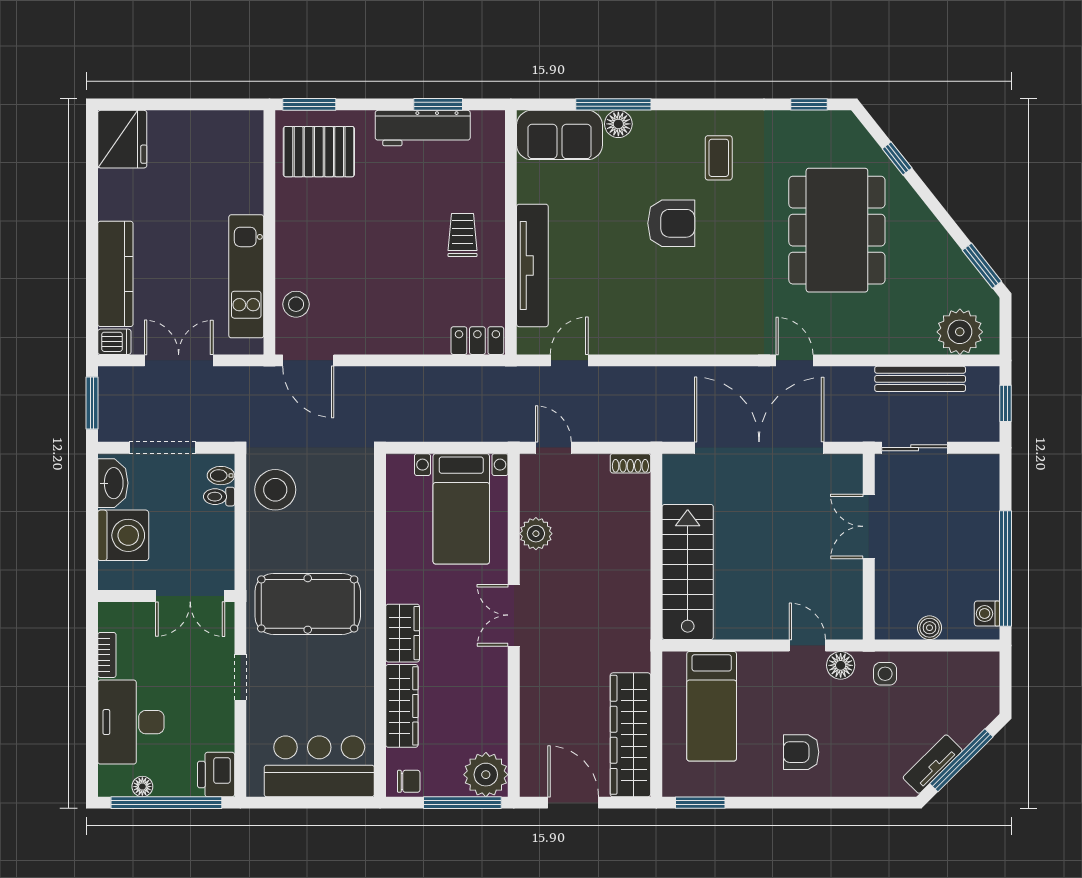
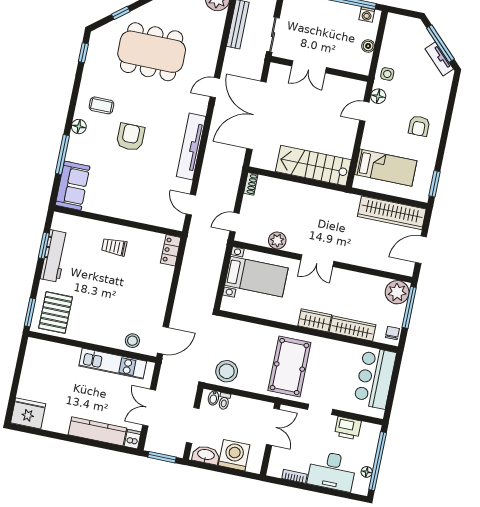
floor lamp: (618, 124) -> (79, 127), moved
tv unit: (532, 265) -> (191, 146), moved, turned -90
printer: (216, 775) -> (348, 428), moved

